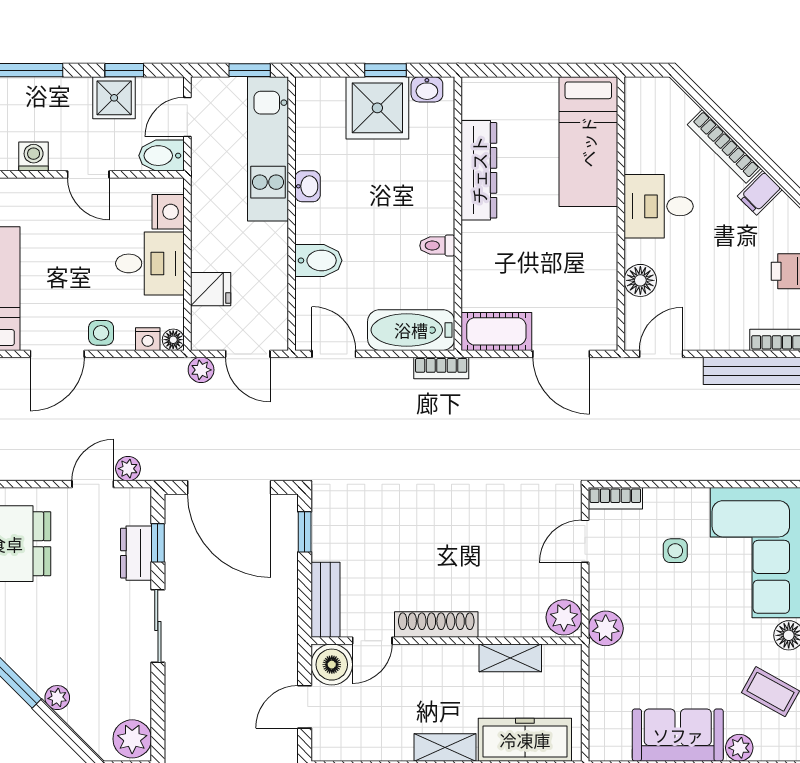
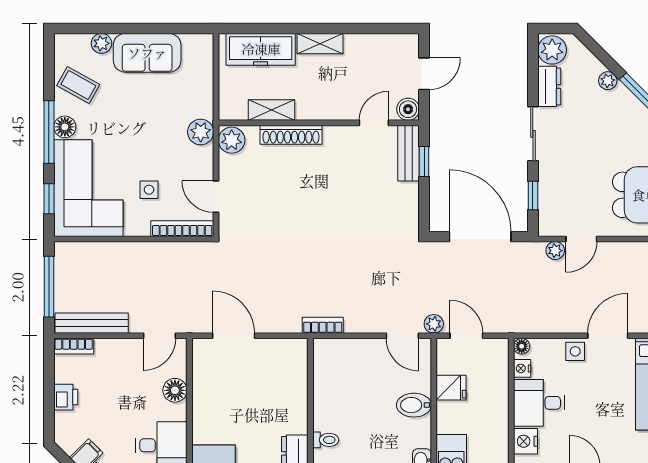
toilet: (437, 246) -> (326, 440), moved
fridge: (211, 289) -> (451, 388), moved, turned 180
bathtub: (411, 330) -> (345, 353), removed
cot: (496, 331) -> (282, 352), removed
nightstand: (148, 339) -> (522, 368), moved, turned -90
plant: (201, 370) -> (434, 324), moved
bookcase: (615, 498) -> (182, 229), width x1.56
window: (305, 532) -> (424, 162), moved
door: (585, 541) -> (216, 197), swing flipped
dresser: (136, 553) -> (549, 86), moved
shoe rack: (436, 625) -> (291, 135), moved
boiler: (332, 665) -> (408, 109), width x0.73, depth x0.73

